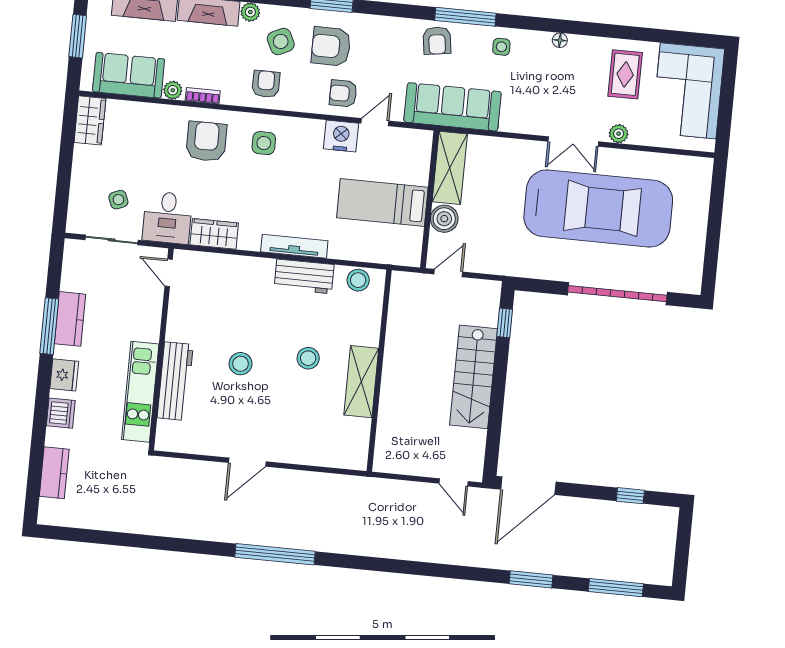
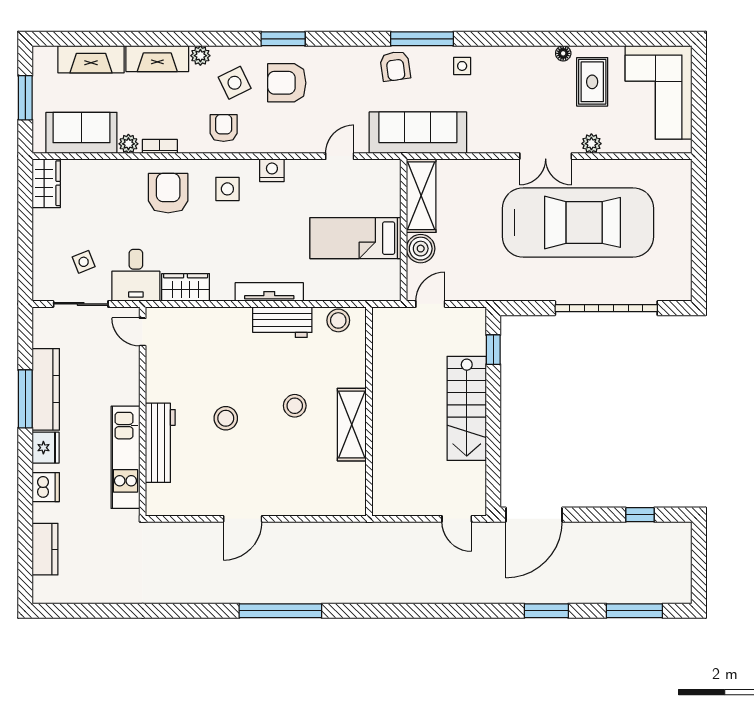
floor lamp: (560, 40) -> (563, 53), moved
armchair: (343, 93) -> (304, 130), removed
nightstand: (341, 136) -> (272, 170), moved, width x0.74, depth x0.75
kitchen counter: (70, 319) -> (46, 389), width x1.50

